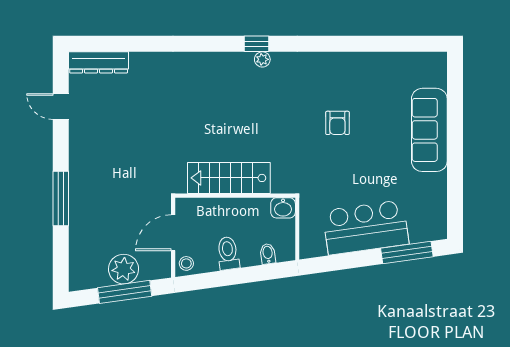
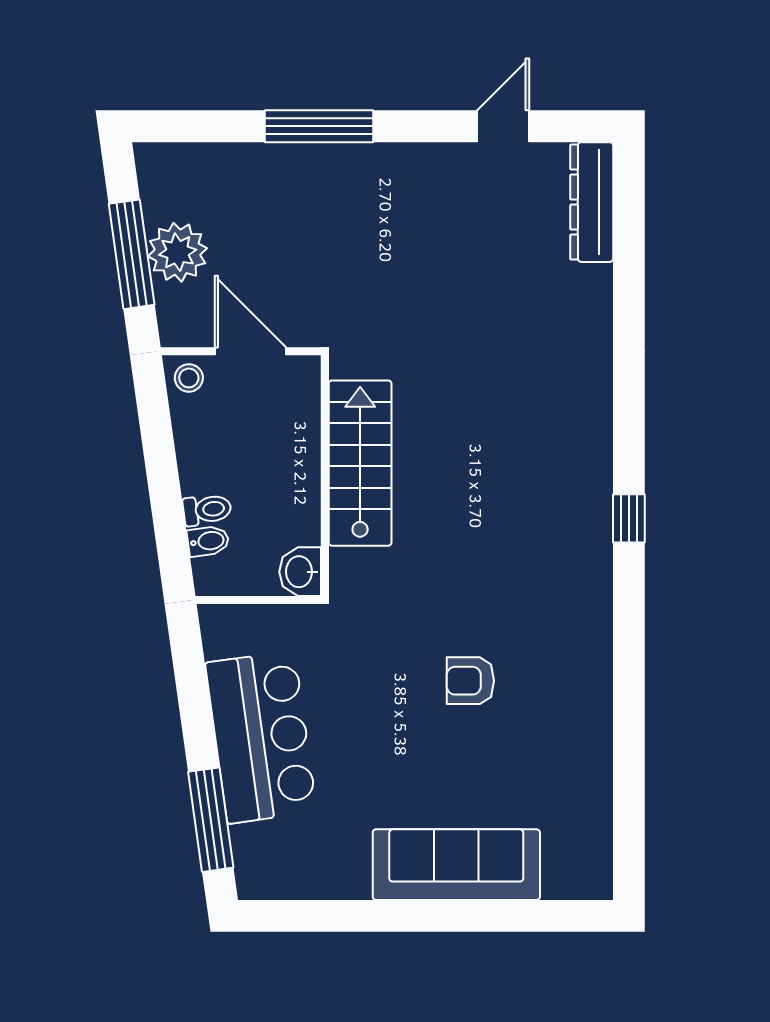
plant: (262, 59) -> (598, 530), removed
toilet: (228, 253) -> (207, 510), moved, width x0.73, depth x0.72

